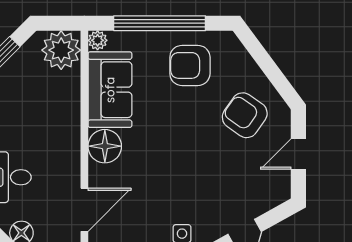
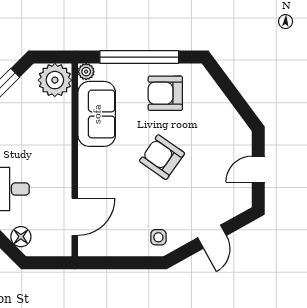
armchair: (245, 115) -> (162, 157), moved
floor lamp: (105, 146) -> (92, 162), removed

